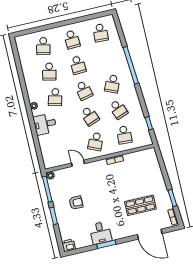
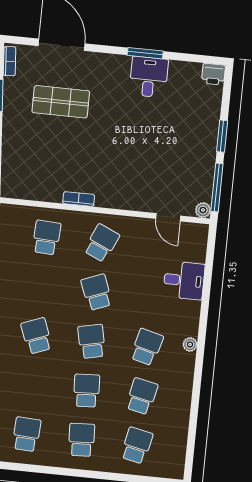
school desk: (112, 84) -> (37, 336), turned -45
school desk: (118, 109) -> (42, 287), removed
desk: (45, 124) -> (184, 280), moved
door: (78, 163) -> (168, 217), moved
armchair: (76, 203) -> (174, 146), removed

